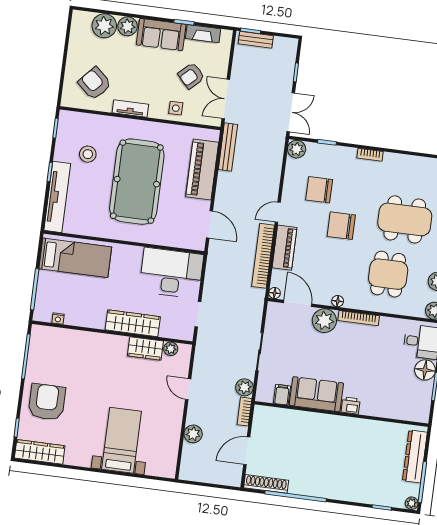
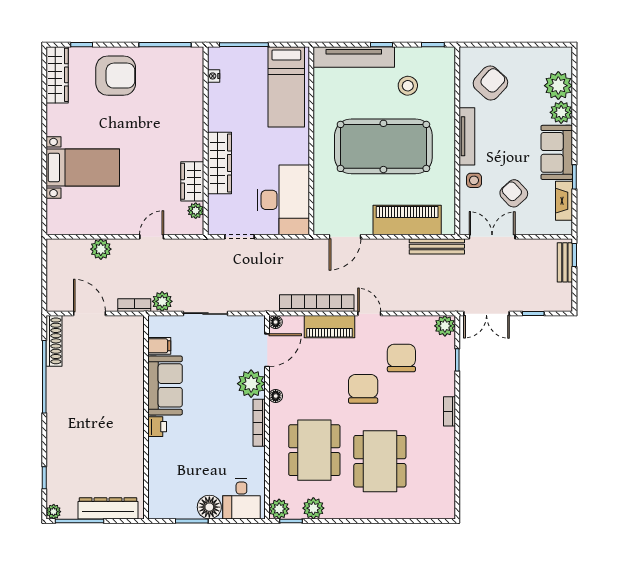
tv unit: (130, 108) -> (467, 136), width x1.41
dining table: (388, 274) -> (314, 450), width x1.38

